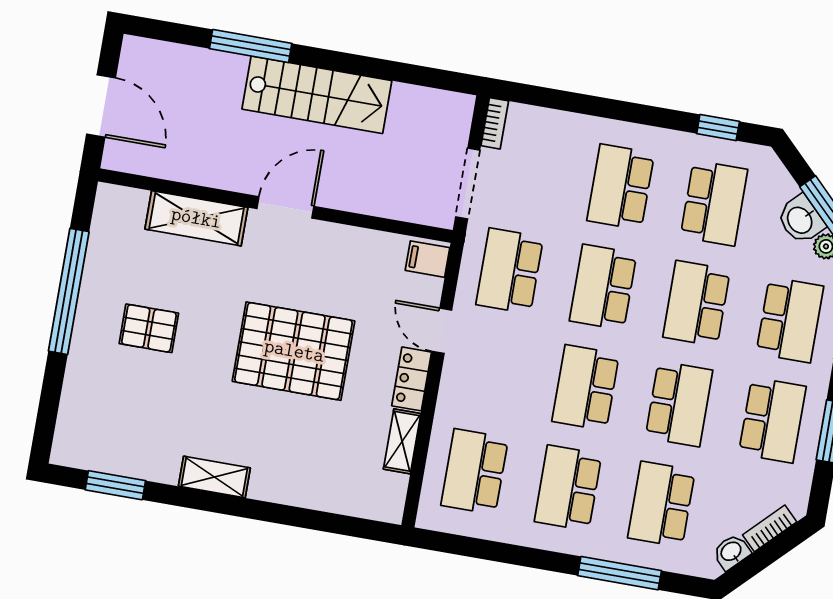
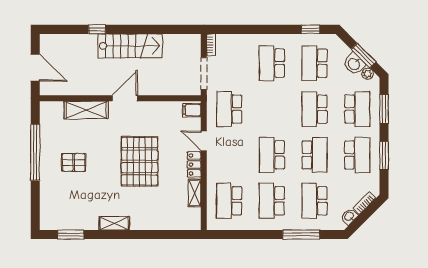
window: (251, 46) -> (97, 29), width x0.46
school desk: (714, 203) -> (315, 63), turned 180
school desk: (603, 287) -> (272, 109), removed
pallet: (294, 351) -> (140, 161), turned 90

